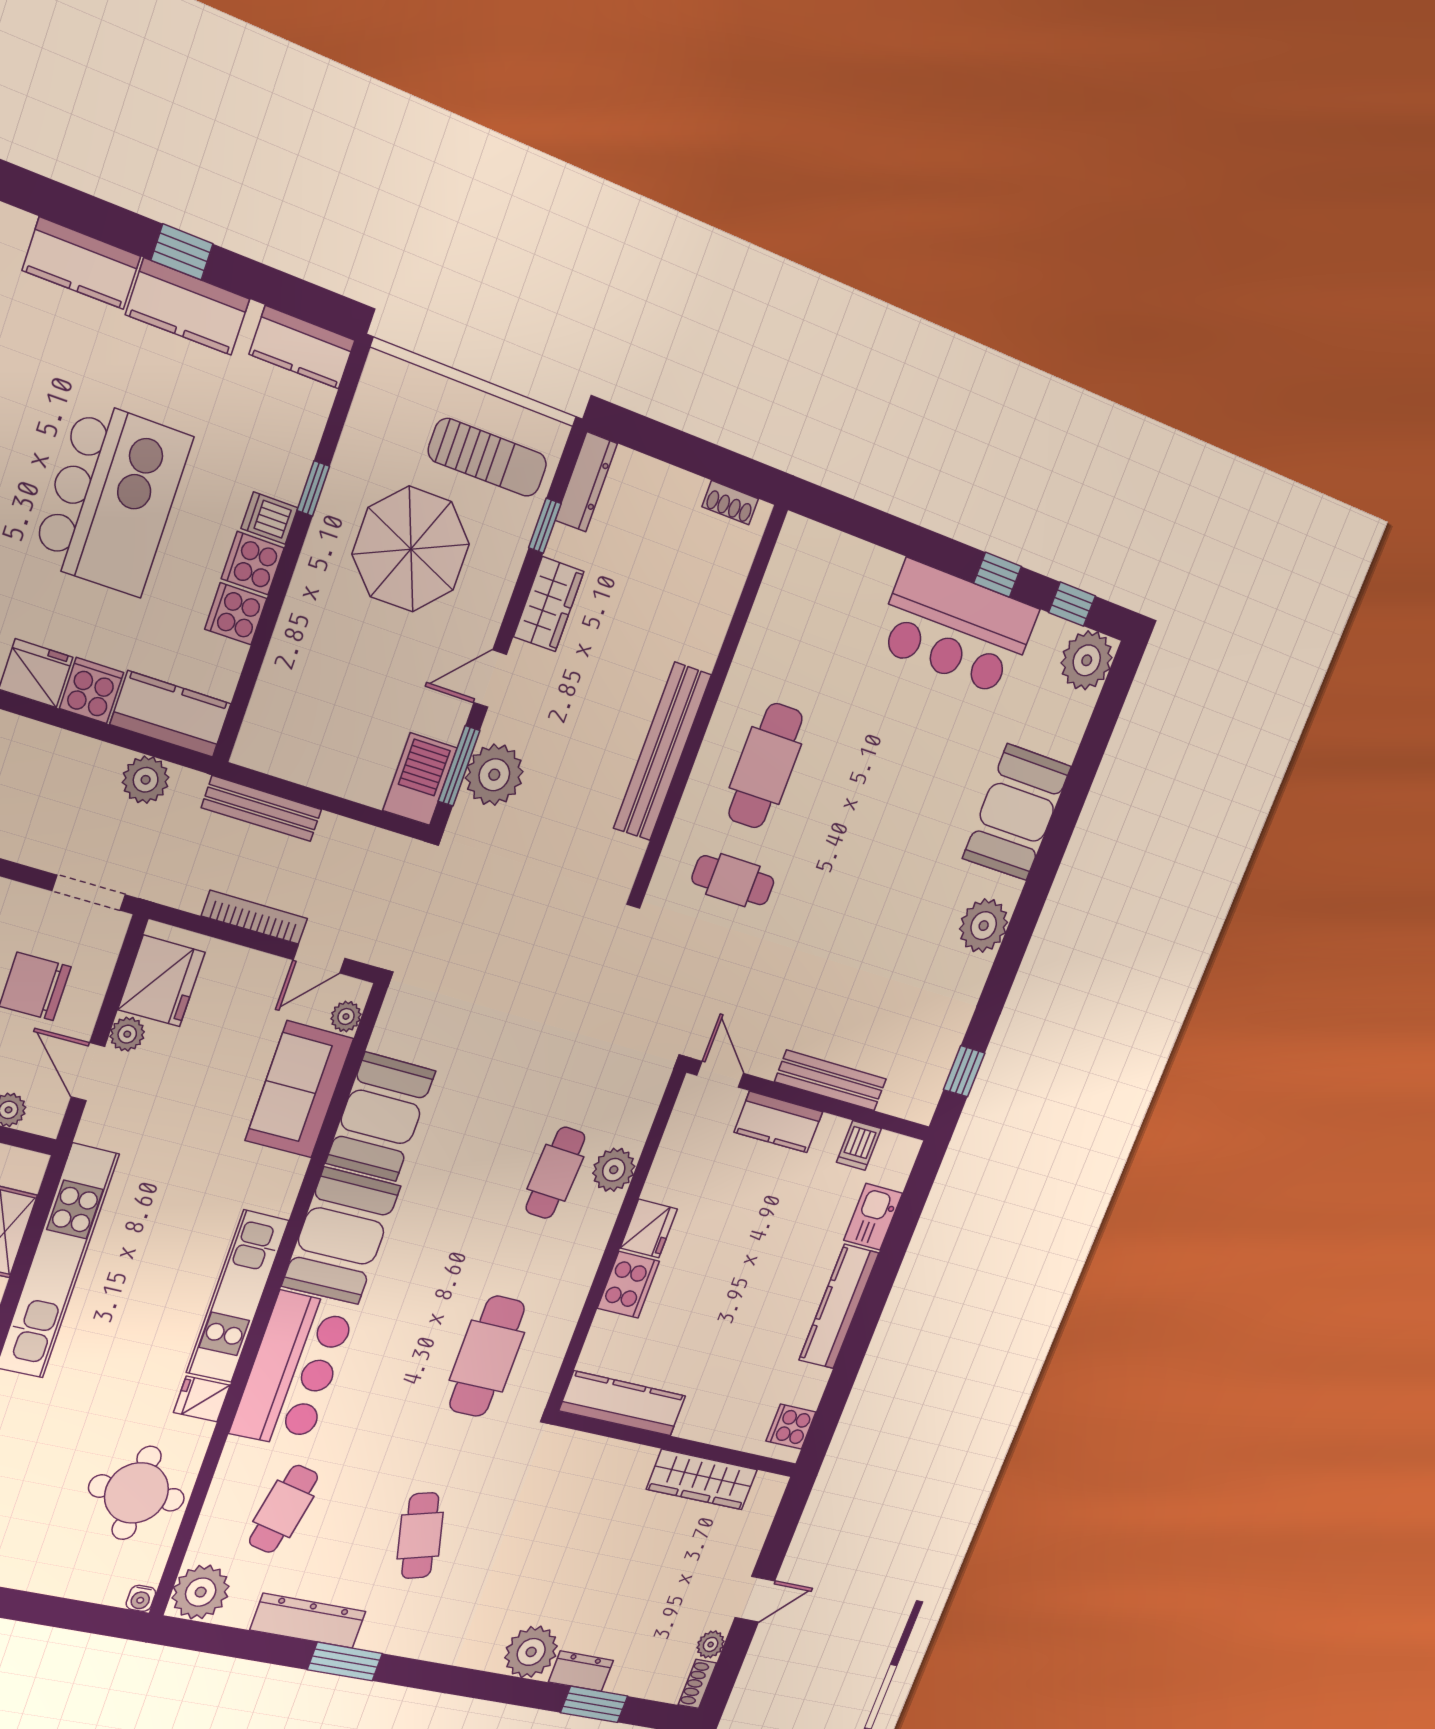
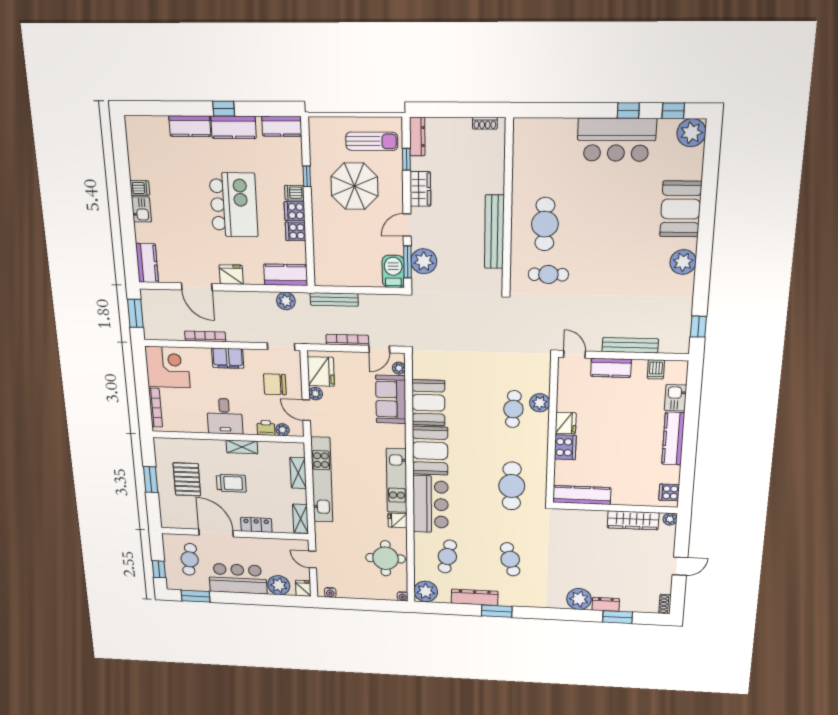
cooker: (92, 690) -> (253, 275), removed
plant: (711, 1644) -> (670, 519), moved

